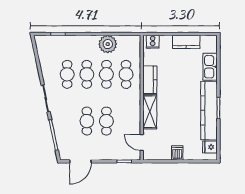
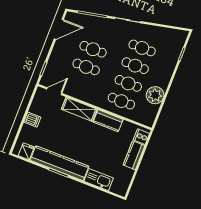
kitchen counter: (186, 42) -> (134, 155), moved
door: (80, 161) -> (59, 29), swing flipped

